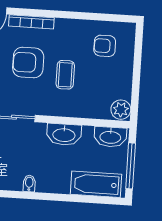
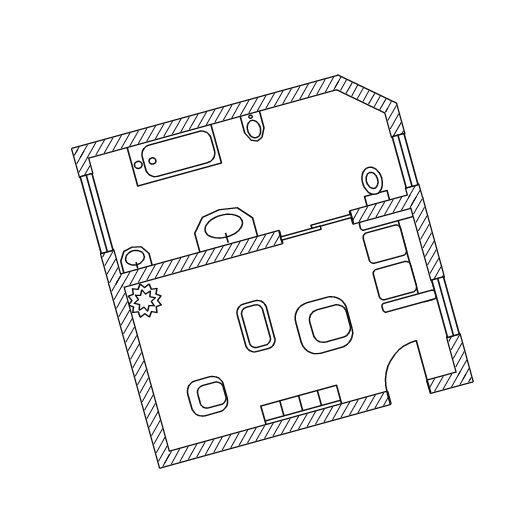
bookcase: (31, 22) -> (301, 405), moved
washbasin: (110, 137) -> (135, 258), width x0.52, depth x0.69
bathtub: (96, 184) -> (174, 155), moved

